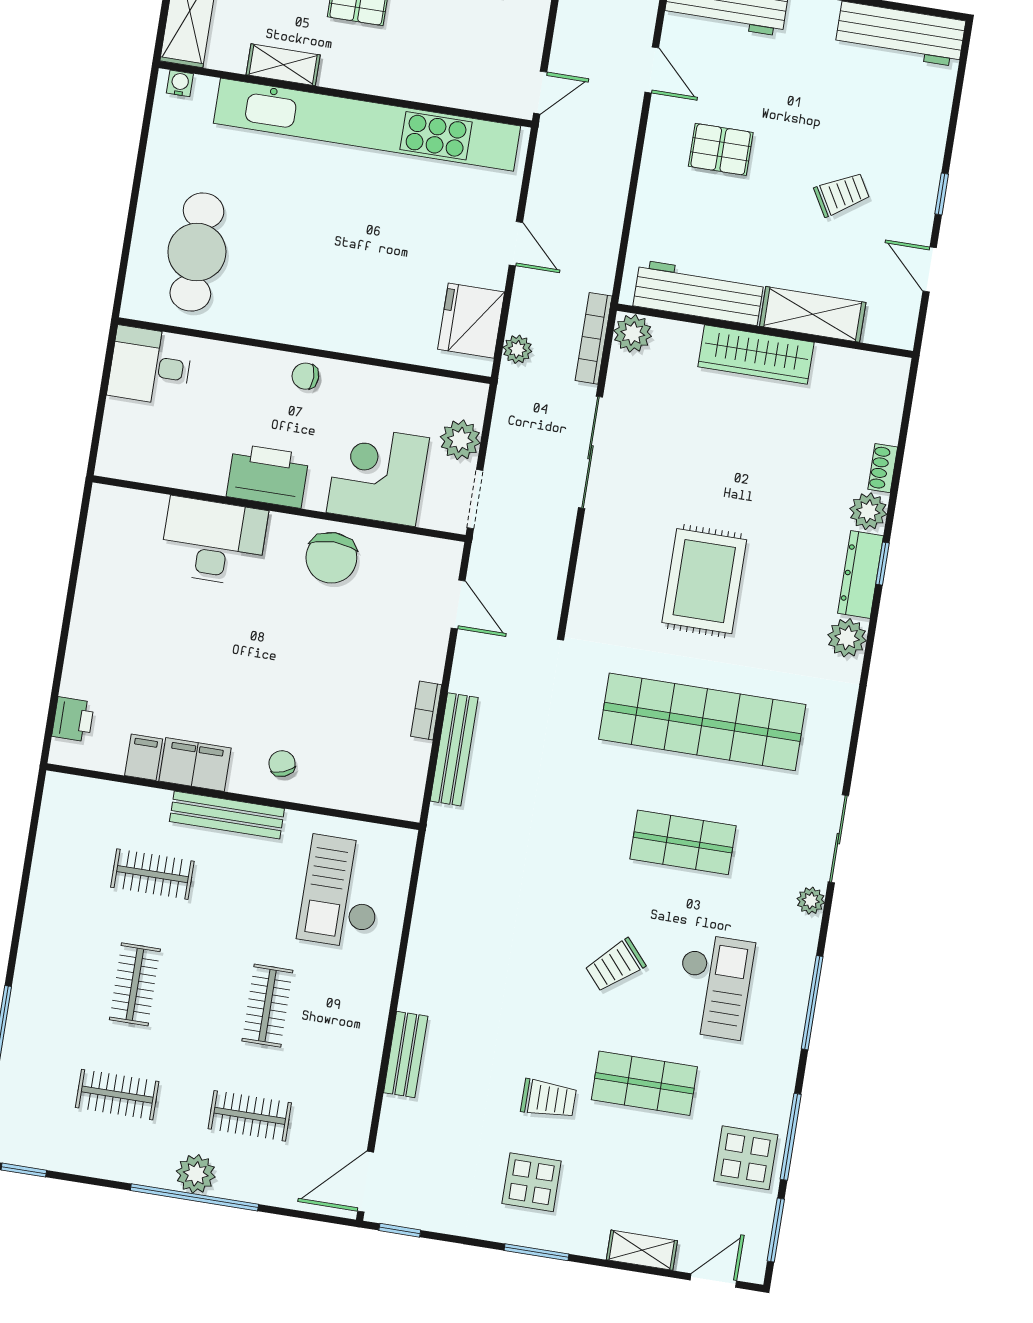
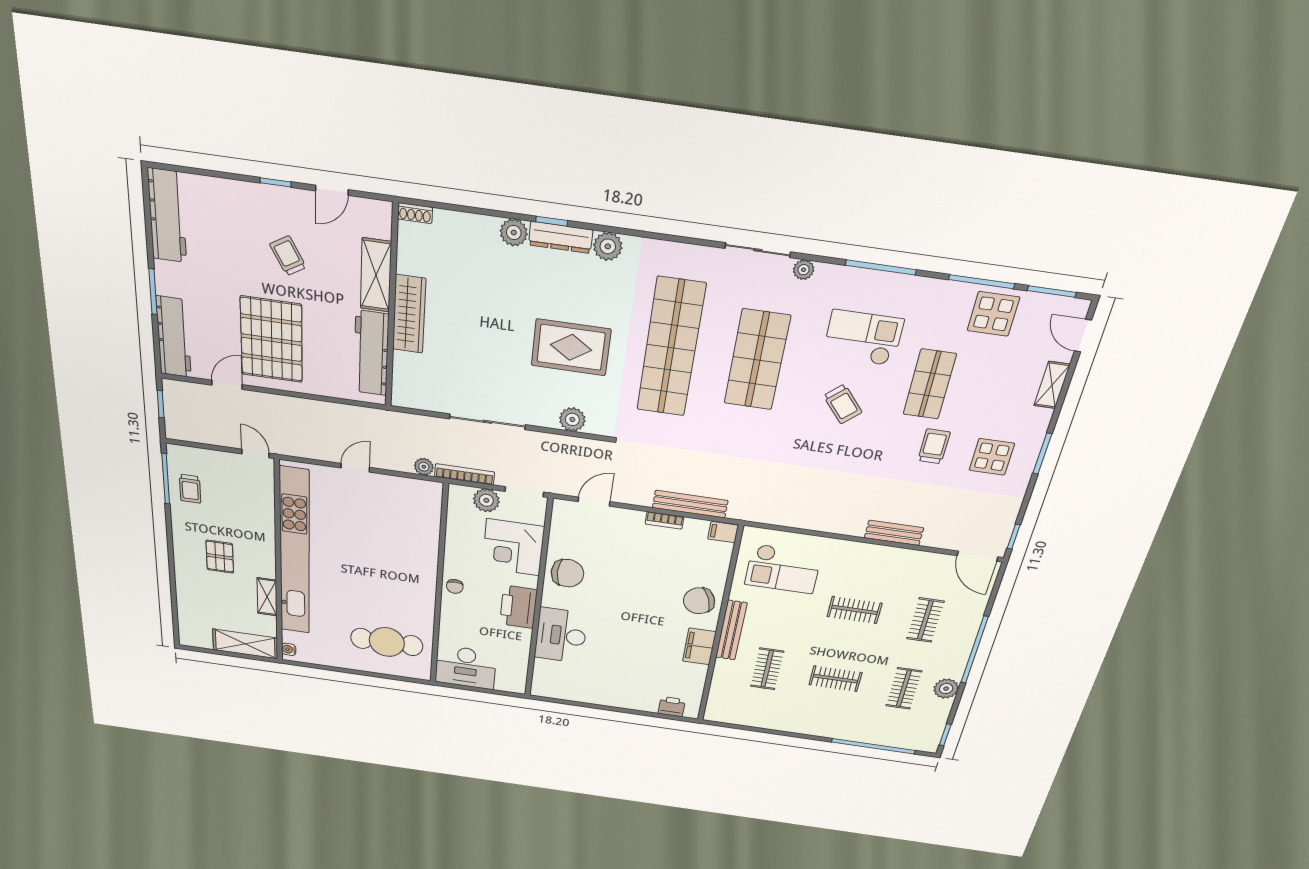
pallet: (721, 149) -> (271, 340), width x2.05, depth x2.00
fridge: (471, 321) -> (409, 494), removed
plant: (633, 333) -> (572, 419), moved
bookcase: (594, 338) -> (465, 474), moved, turned 180
desk: (150, 366) -> (466, 667), width x1.37
shoe rack: (883, 468) -> (415, 213), moved
filing cabinet: (144, 757) -> (723, 532), moved
chair: (282, 764) -> (699, 601), width x1.87, depth x1.87
shop shelf: (683, 842) -> (757, 360), width x1.43, depth x1.36
plant: (196, 1174) -> (946, 689), moved

